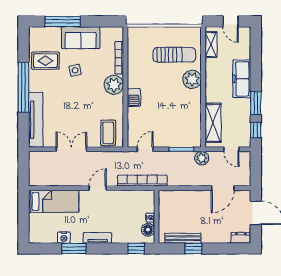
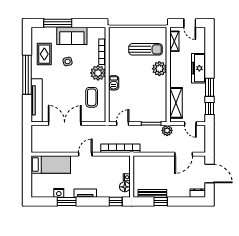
rug: (45, 61) -> (44, 54), turned 90
coffee table: (108, 133) -> (92, 97), moved
double door: (71, 149) -> (65, 124), width x1.37

